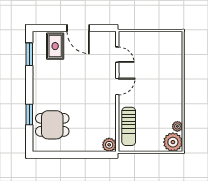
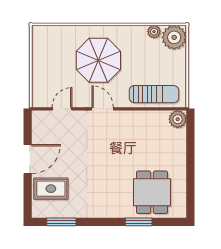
parasol: (155, 83) -> (98, 60), added

